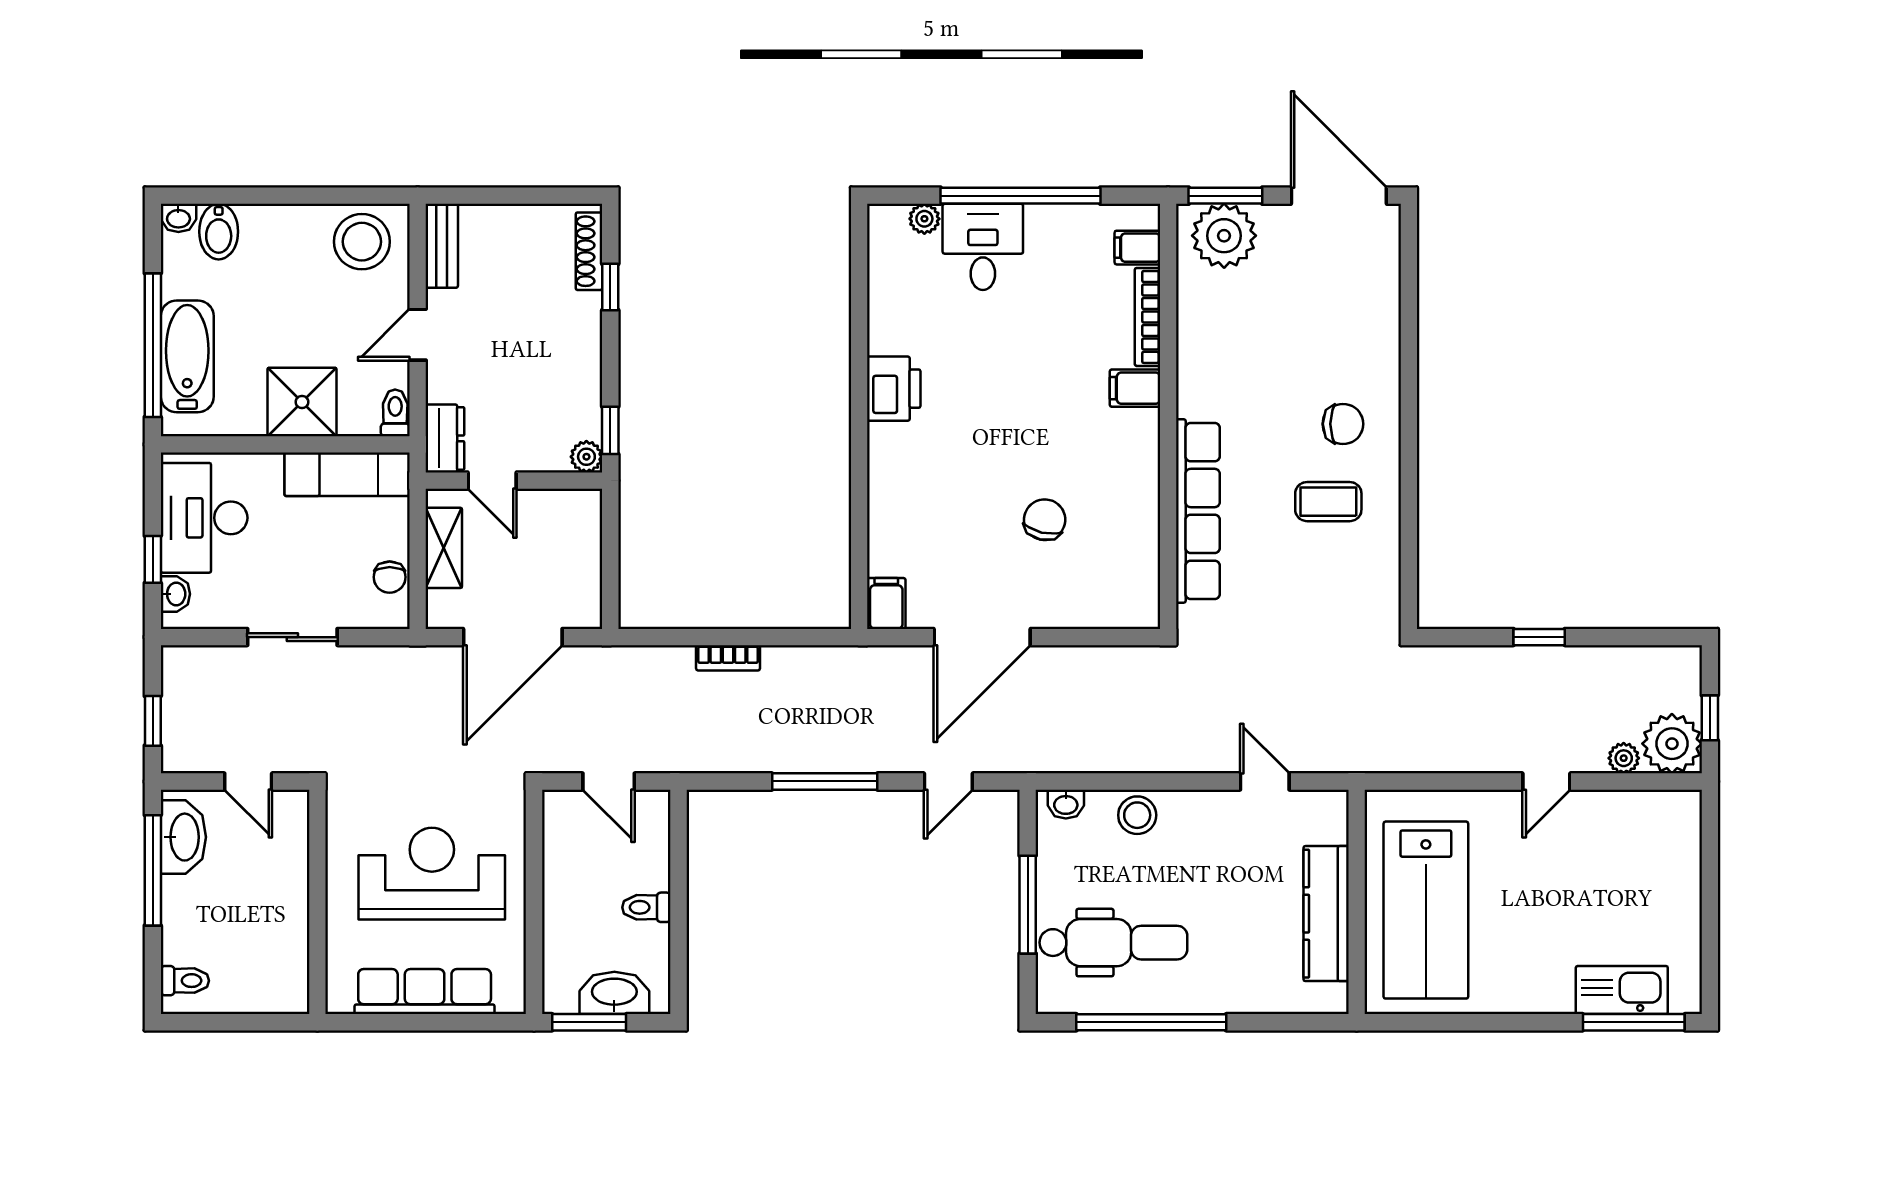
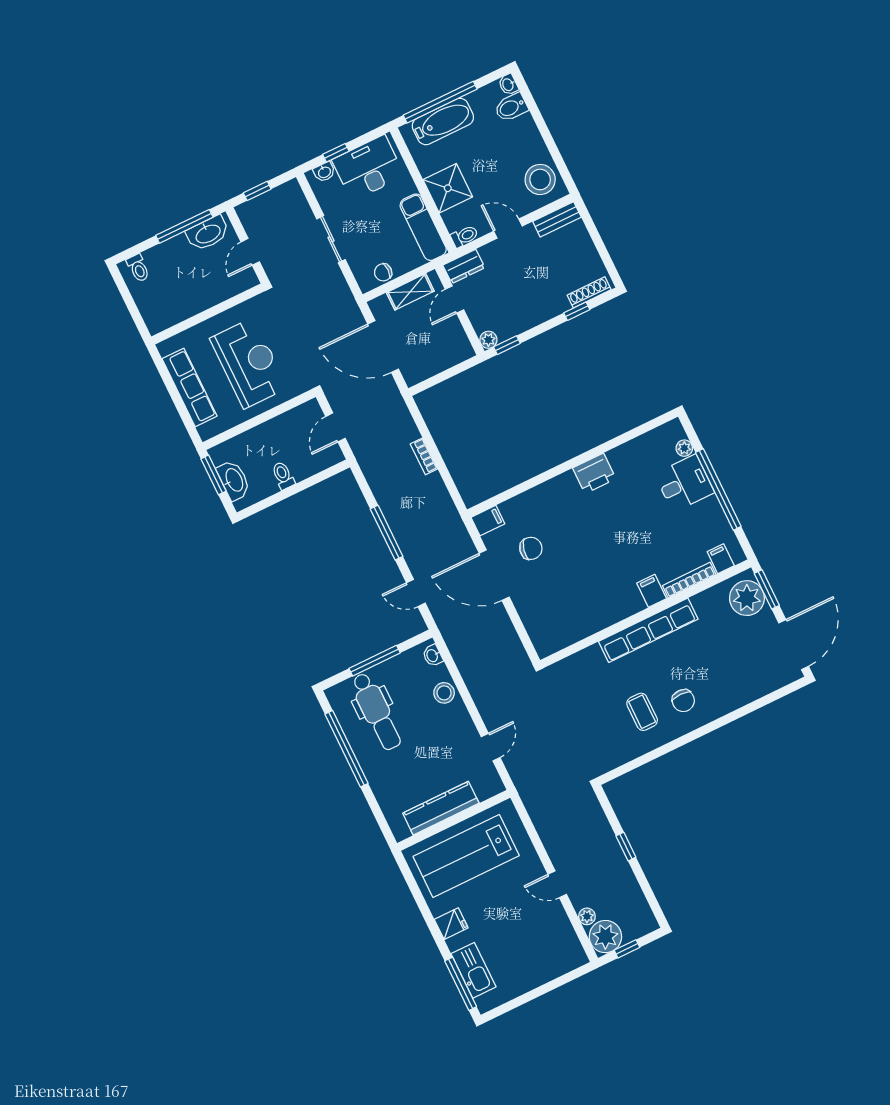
row of seats: (1198, 511) -> (648, 630), moved
chair: (1045, 520) -> (531, 548), moved
fridge: (1526, 989) -> (451, 924), added

